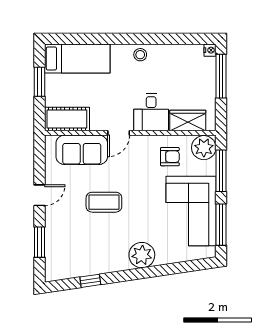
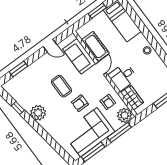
cot: (67, 119) -> (95, 46), moved
door: (119, 133) -> (101, 68), swing flipped
door: (39, 195) -> (50, 46), moved
armchair: (144, 195) -> (80, 103), added
plant: (142, 255) -> (38, 113), moved

